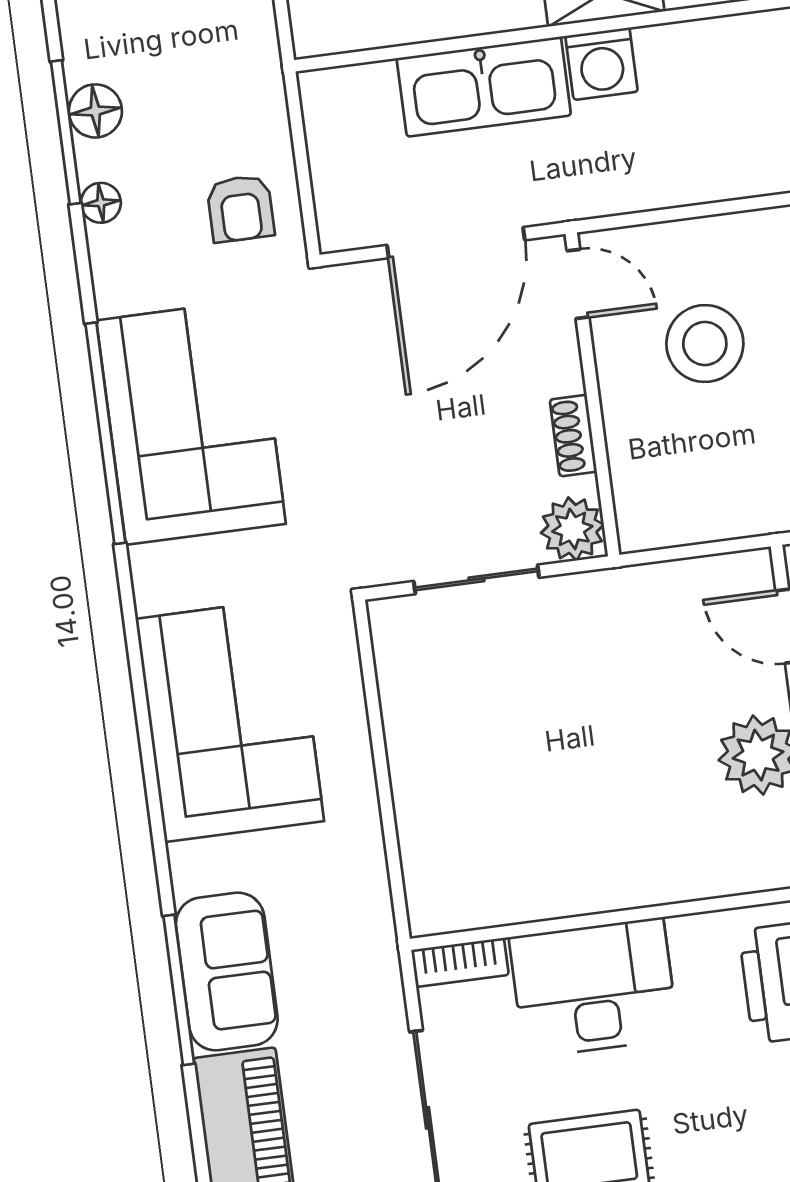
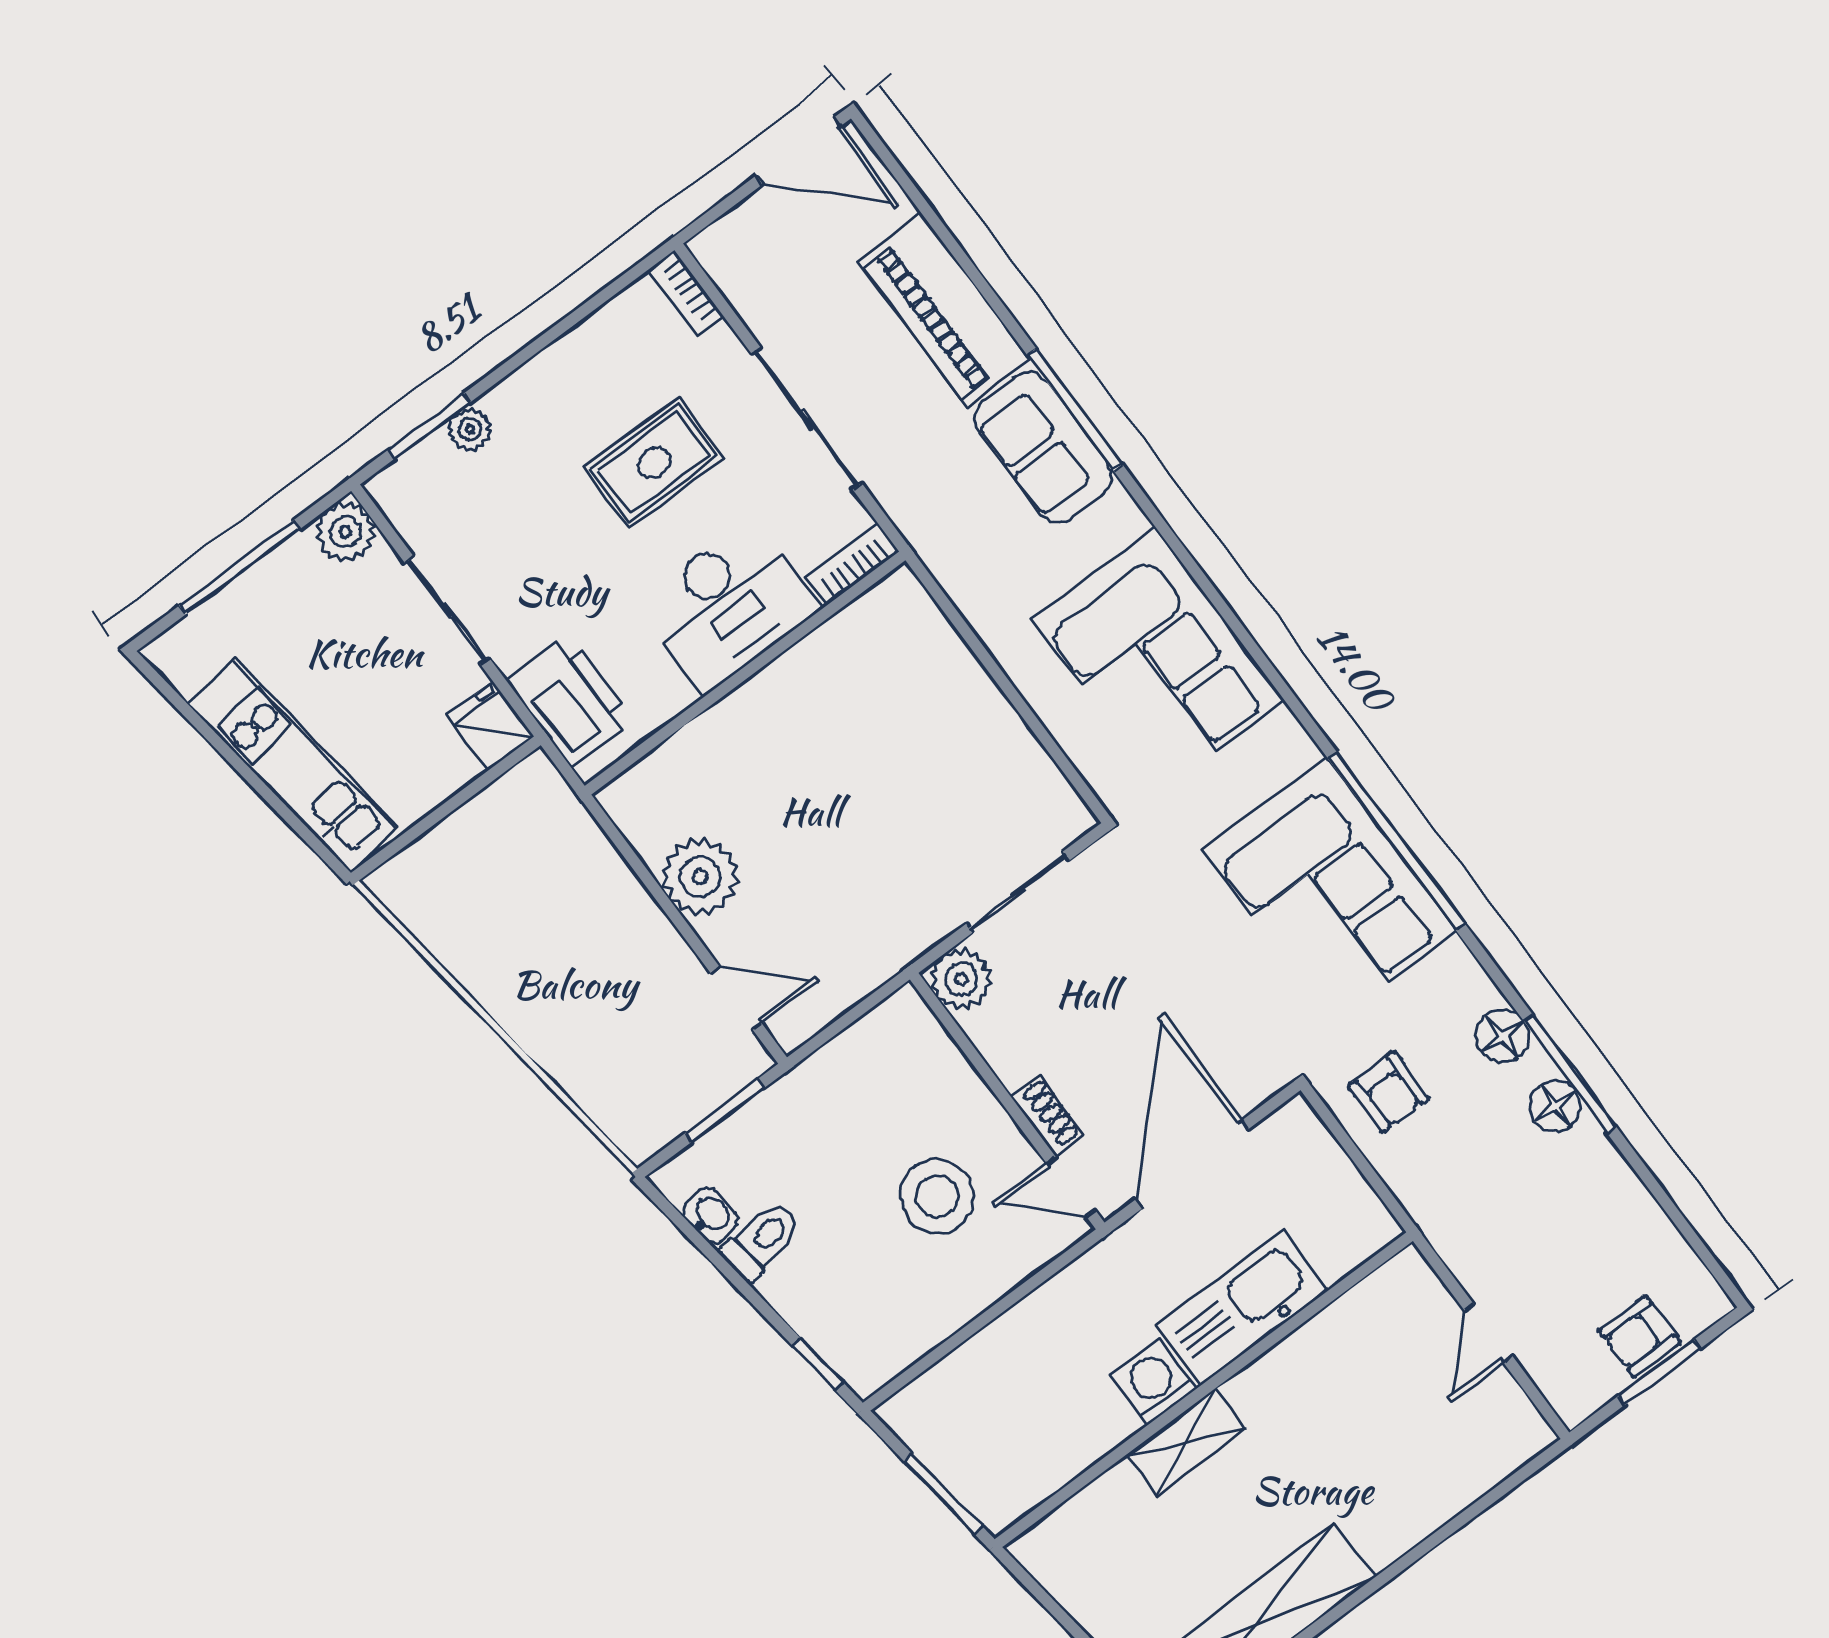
floor lamp: (101, 203) -> (1502, 1036), width x1.37, depth x1.37
armchair: (240, 208) -> (1388, 1092), turned 180
shoe rack: (573, 436) -> (1047, 1116), moved

